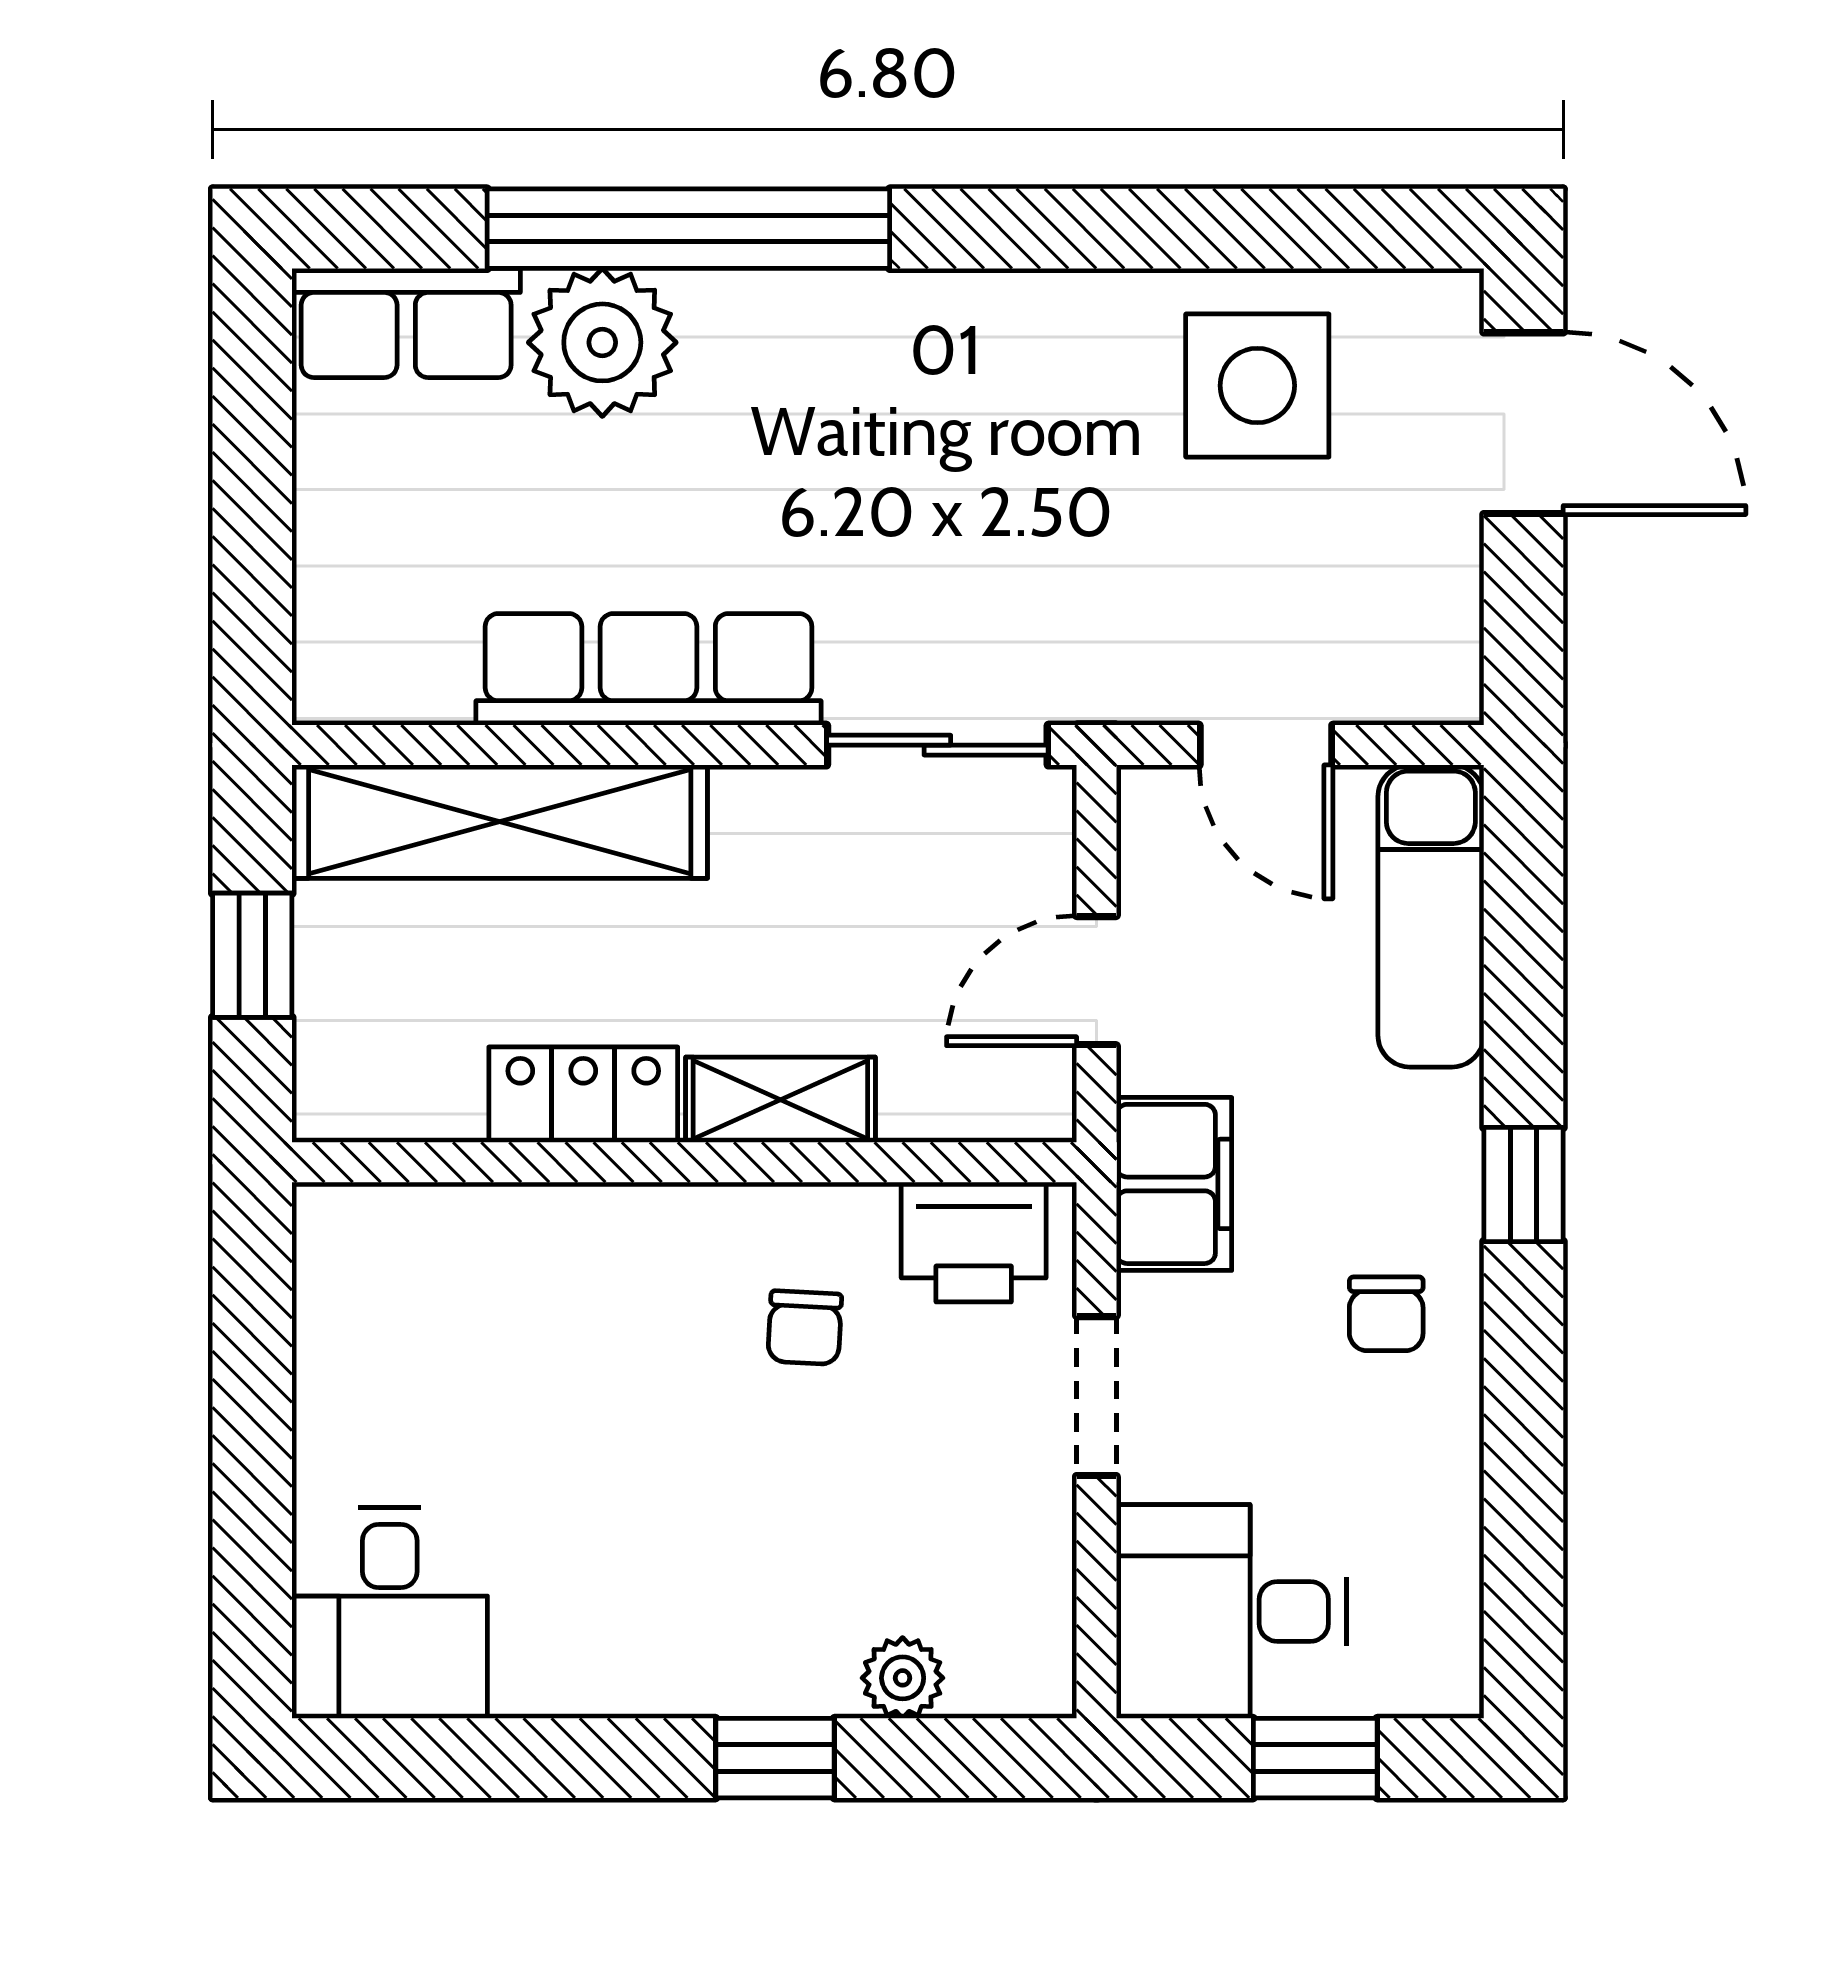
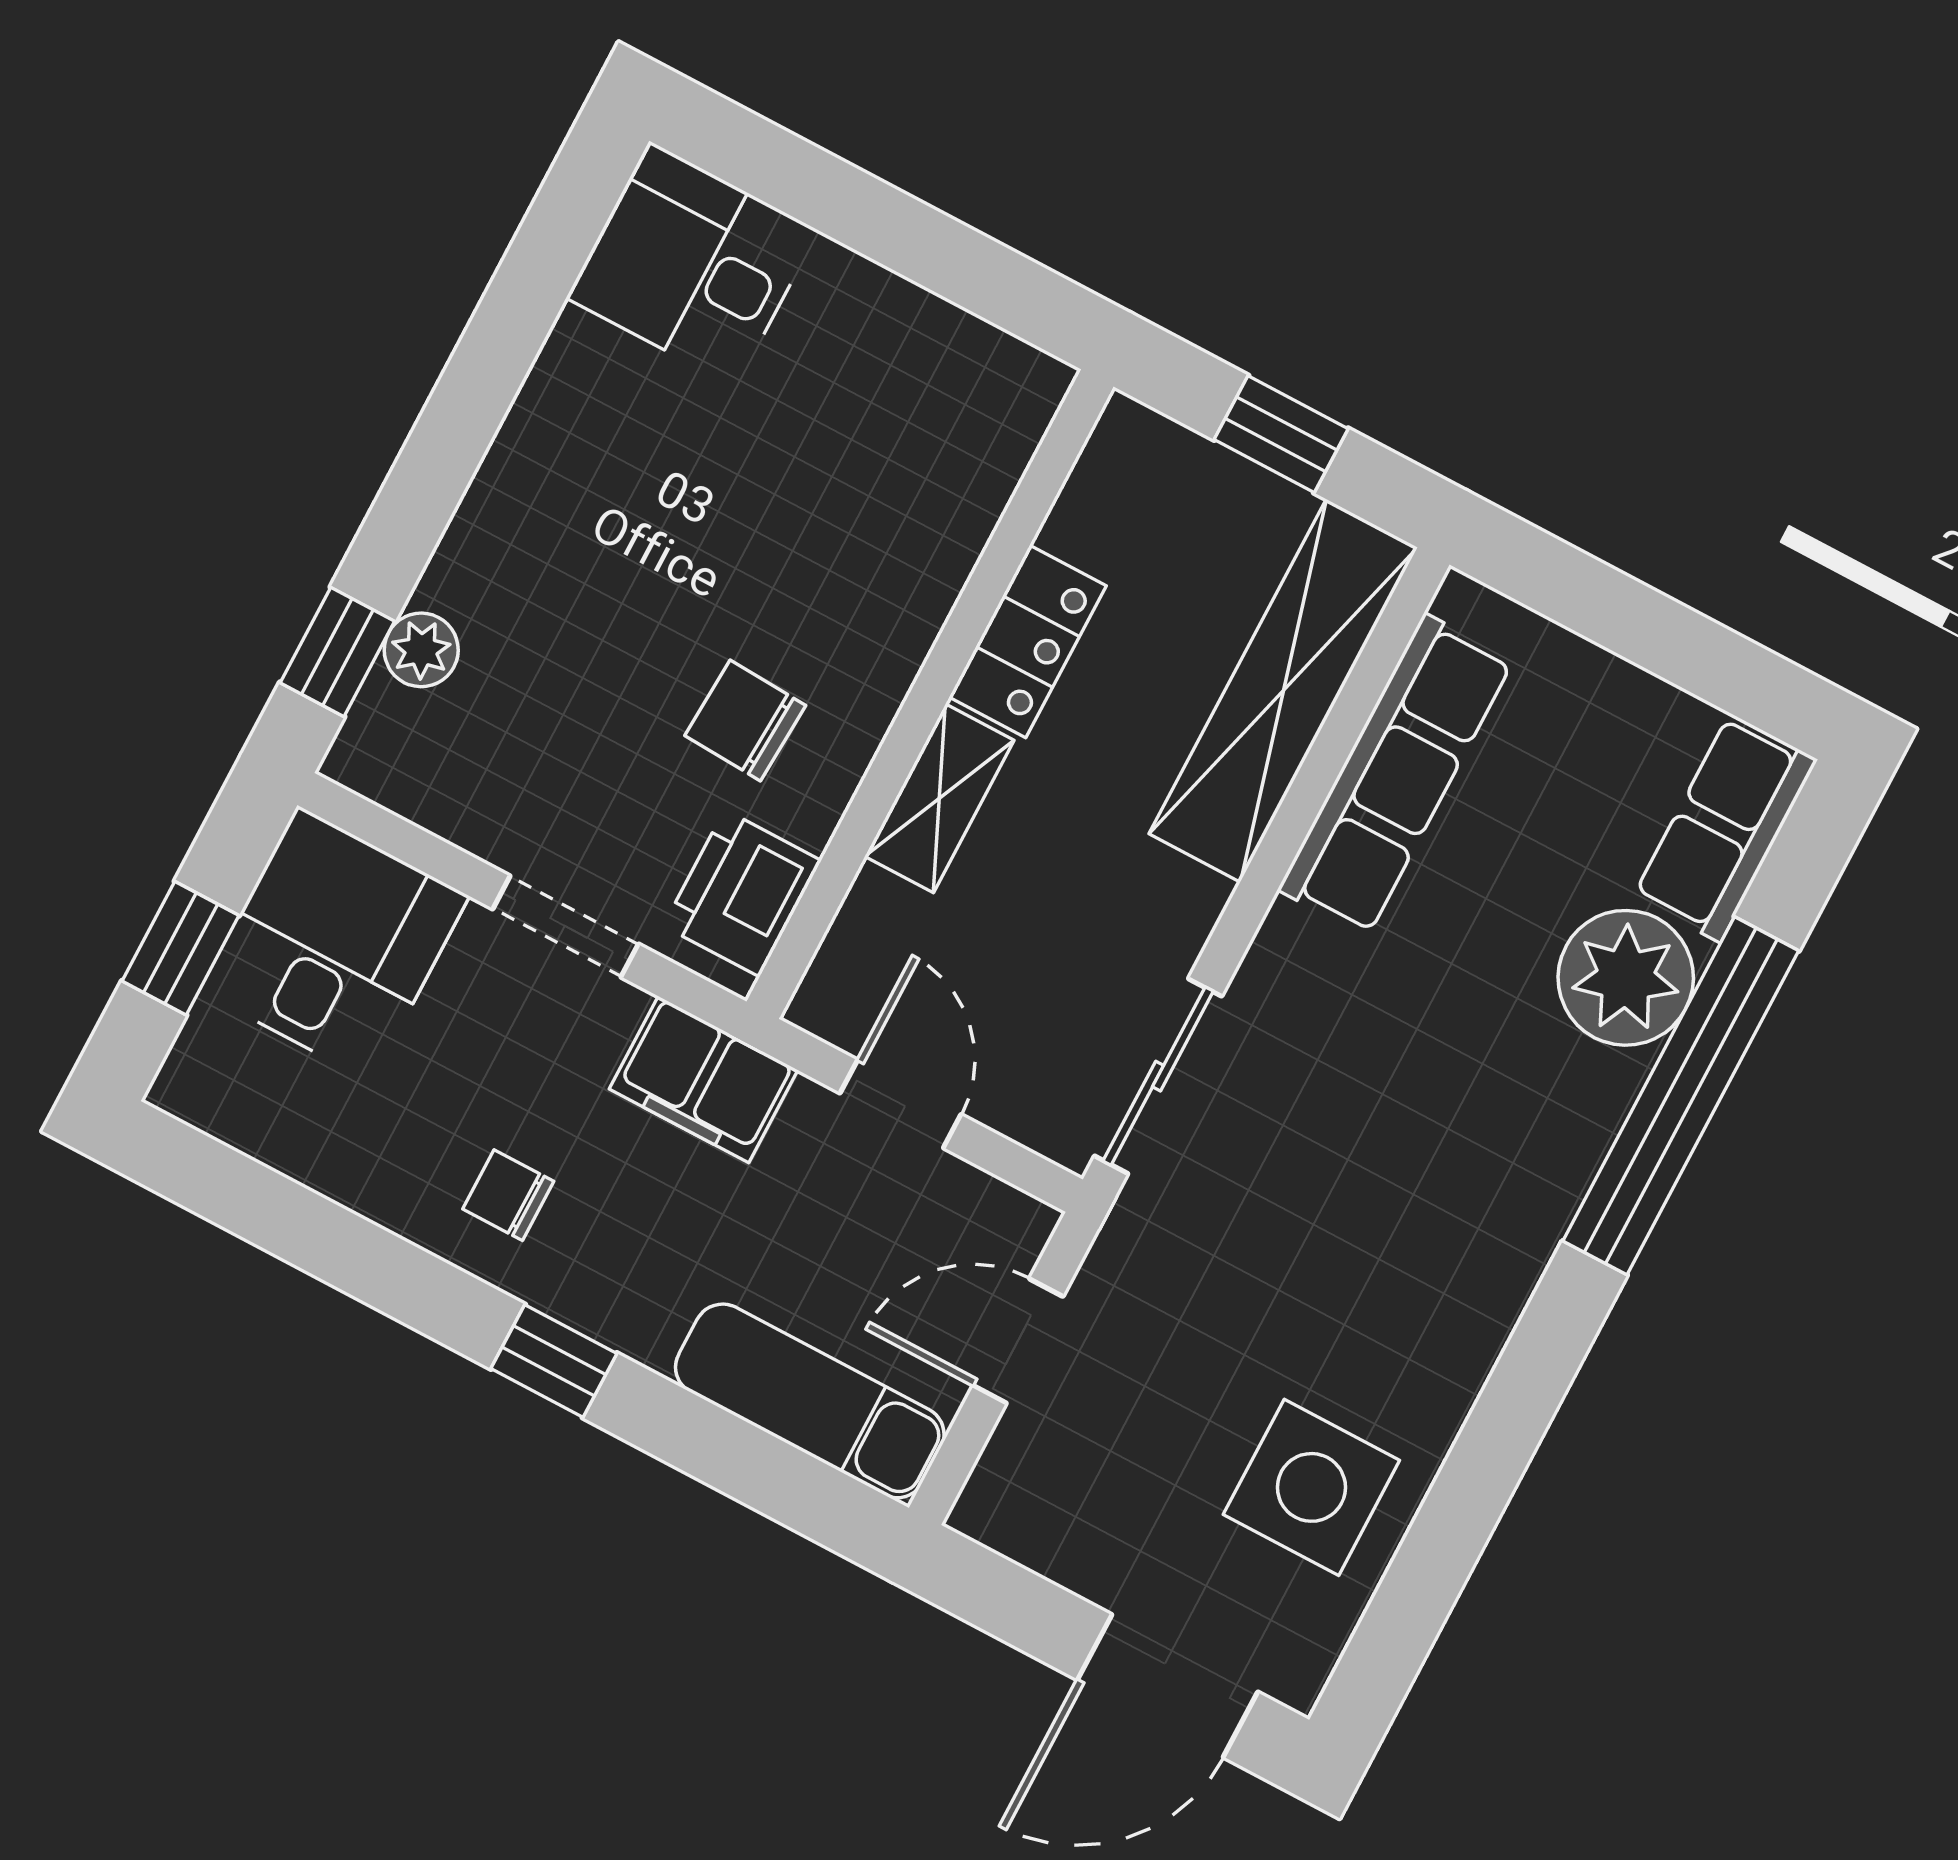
row of seats: (649, 669) -> (1396, 775), moved
chair: (805, 1328) -> (745, 720), width x1.37, depth x1.37
window: (775, 1758) -> (337, 652), moved

